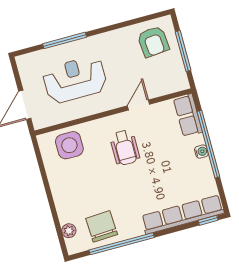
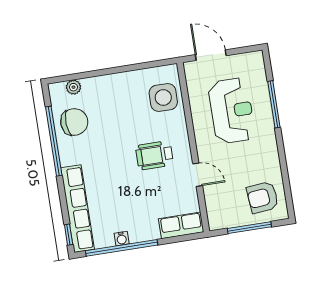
window: (208, 144) -> (122, 248), moved
water cooler: (201, 152) -> (122, 239), moved

